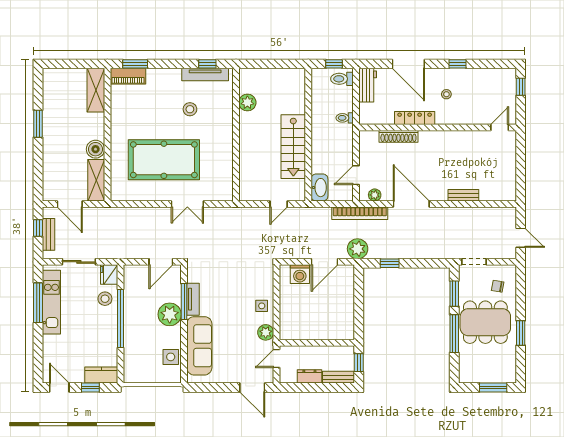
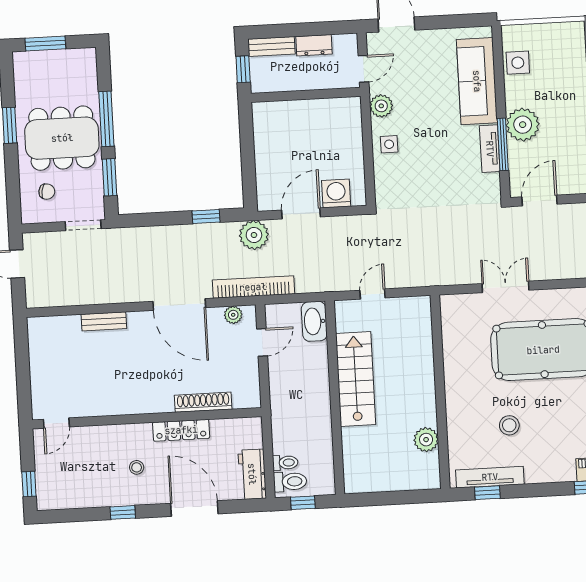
toilet: (345, 118) -> (285, 463), moved

